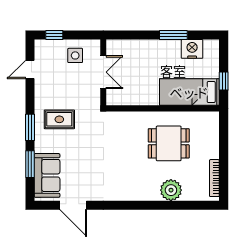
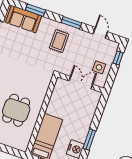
double door: (103, 72) -> (81, 83), swing flipped
window: (30, 127) -> (71, 23), moved

